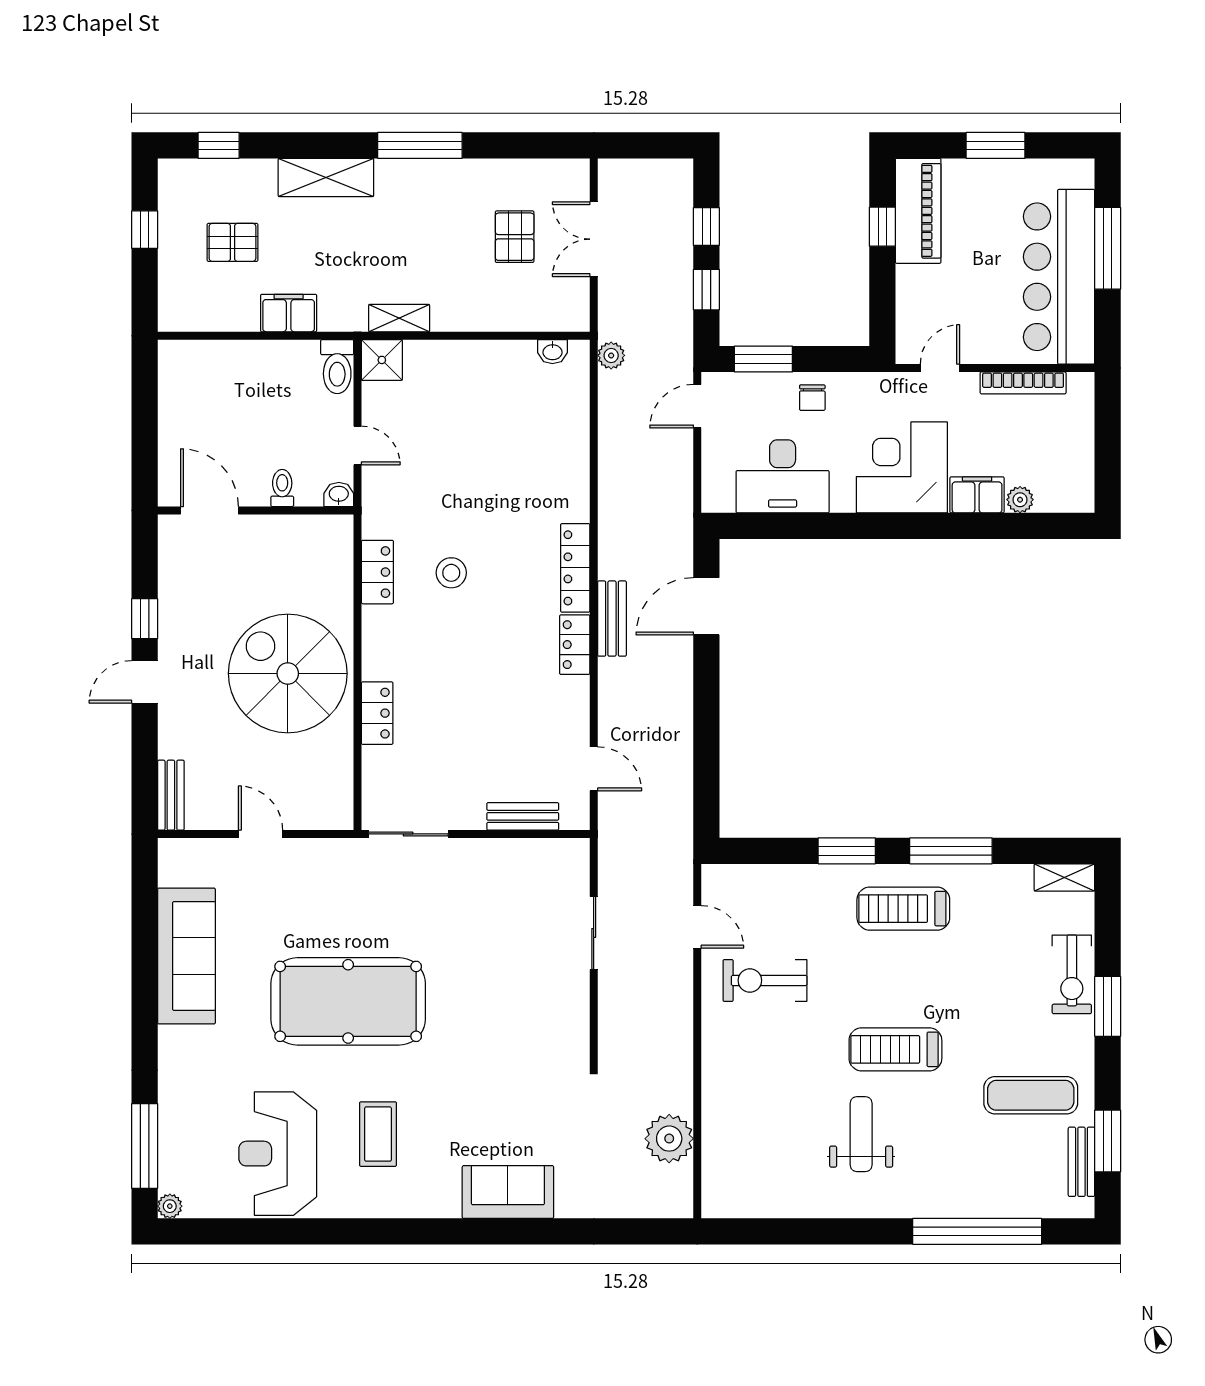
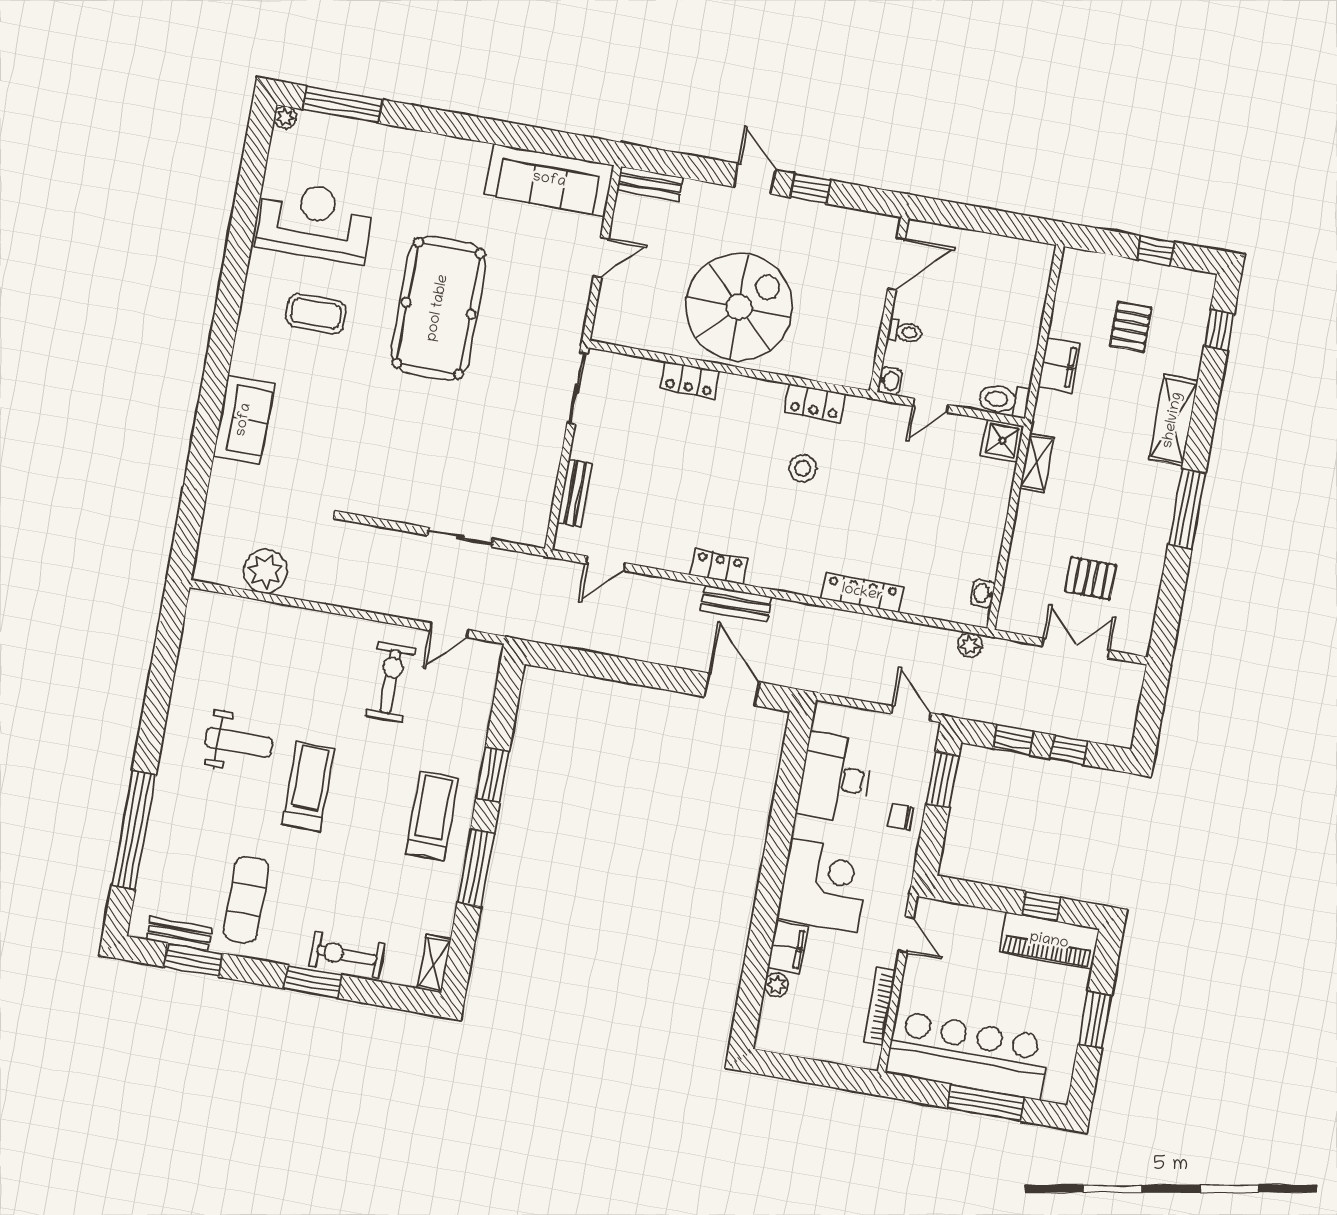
locker: (575, 568) -> (862, 593), moved
sofa: (186, 956) -> (549, 180), moved

